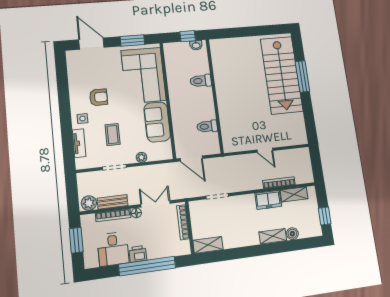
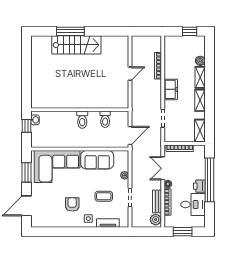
stairs: (282, 75) -> (76, 45), width x0.73, depth x0.66
toilet: (201, 81) -> (82, 120), moved
shelving: (294, 194) -> (200, 100), moved
freezer: (268, 200) -> (171, 89), moved

